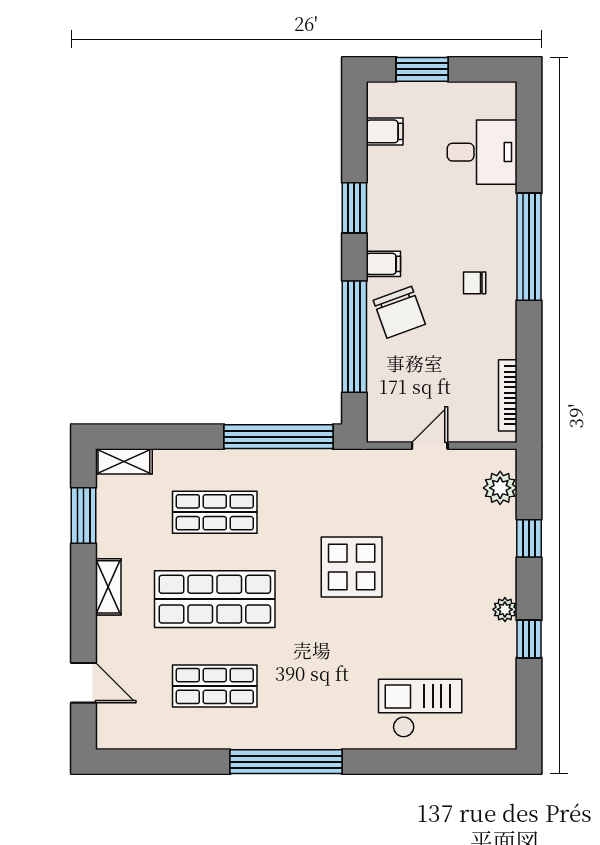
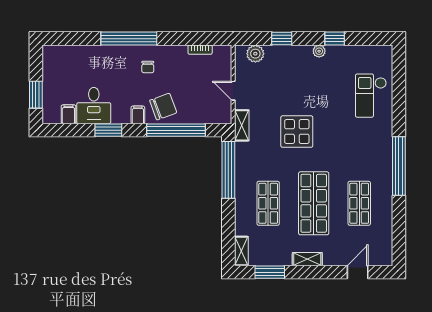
desk: (482, 152) -> (94, 106), moved, turned 180
bookcase: (508, 395) -> (200, 50), width x0.64
shelving: (363, 462) -> (242, 125), added

